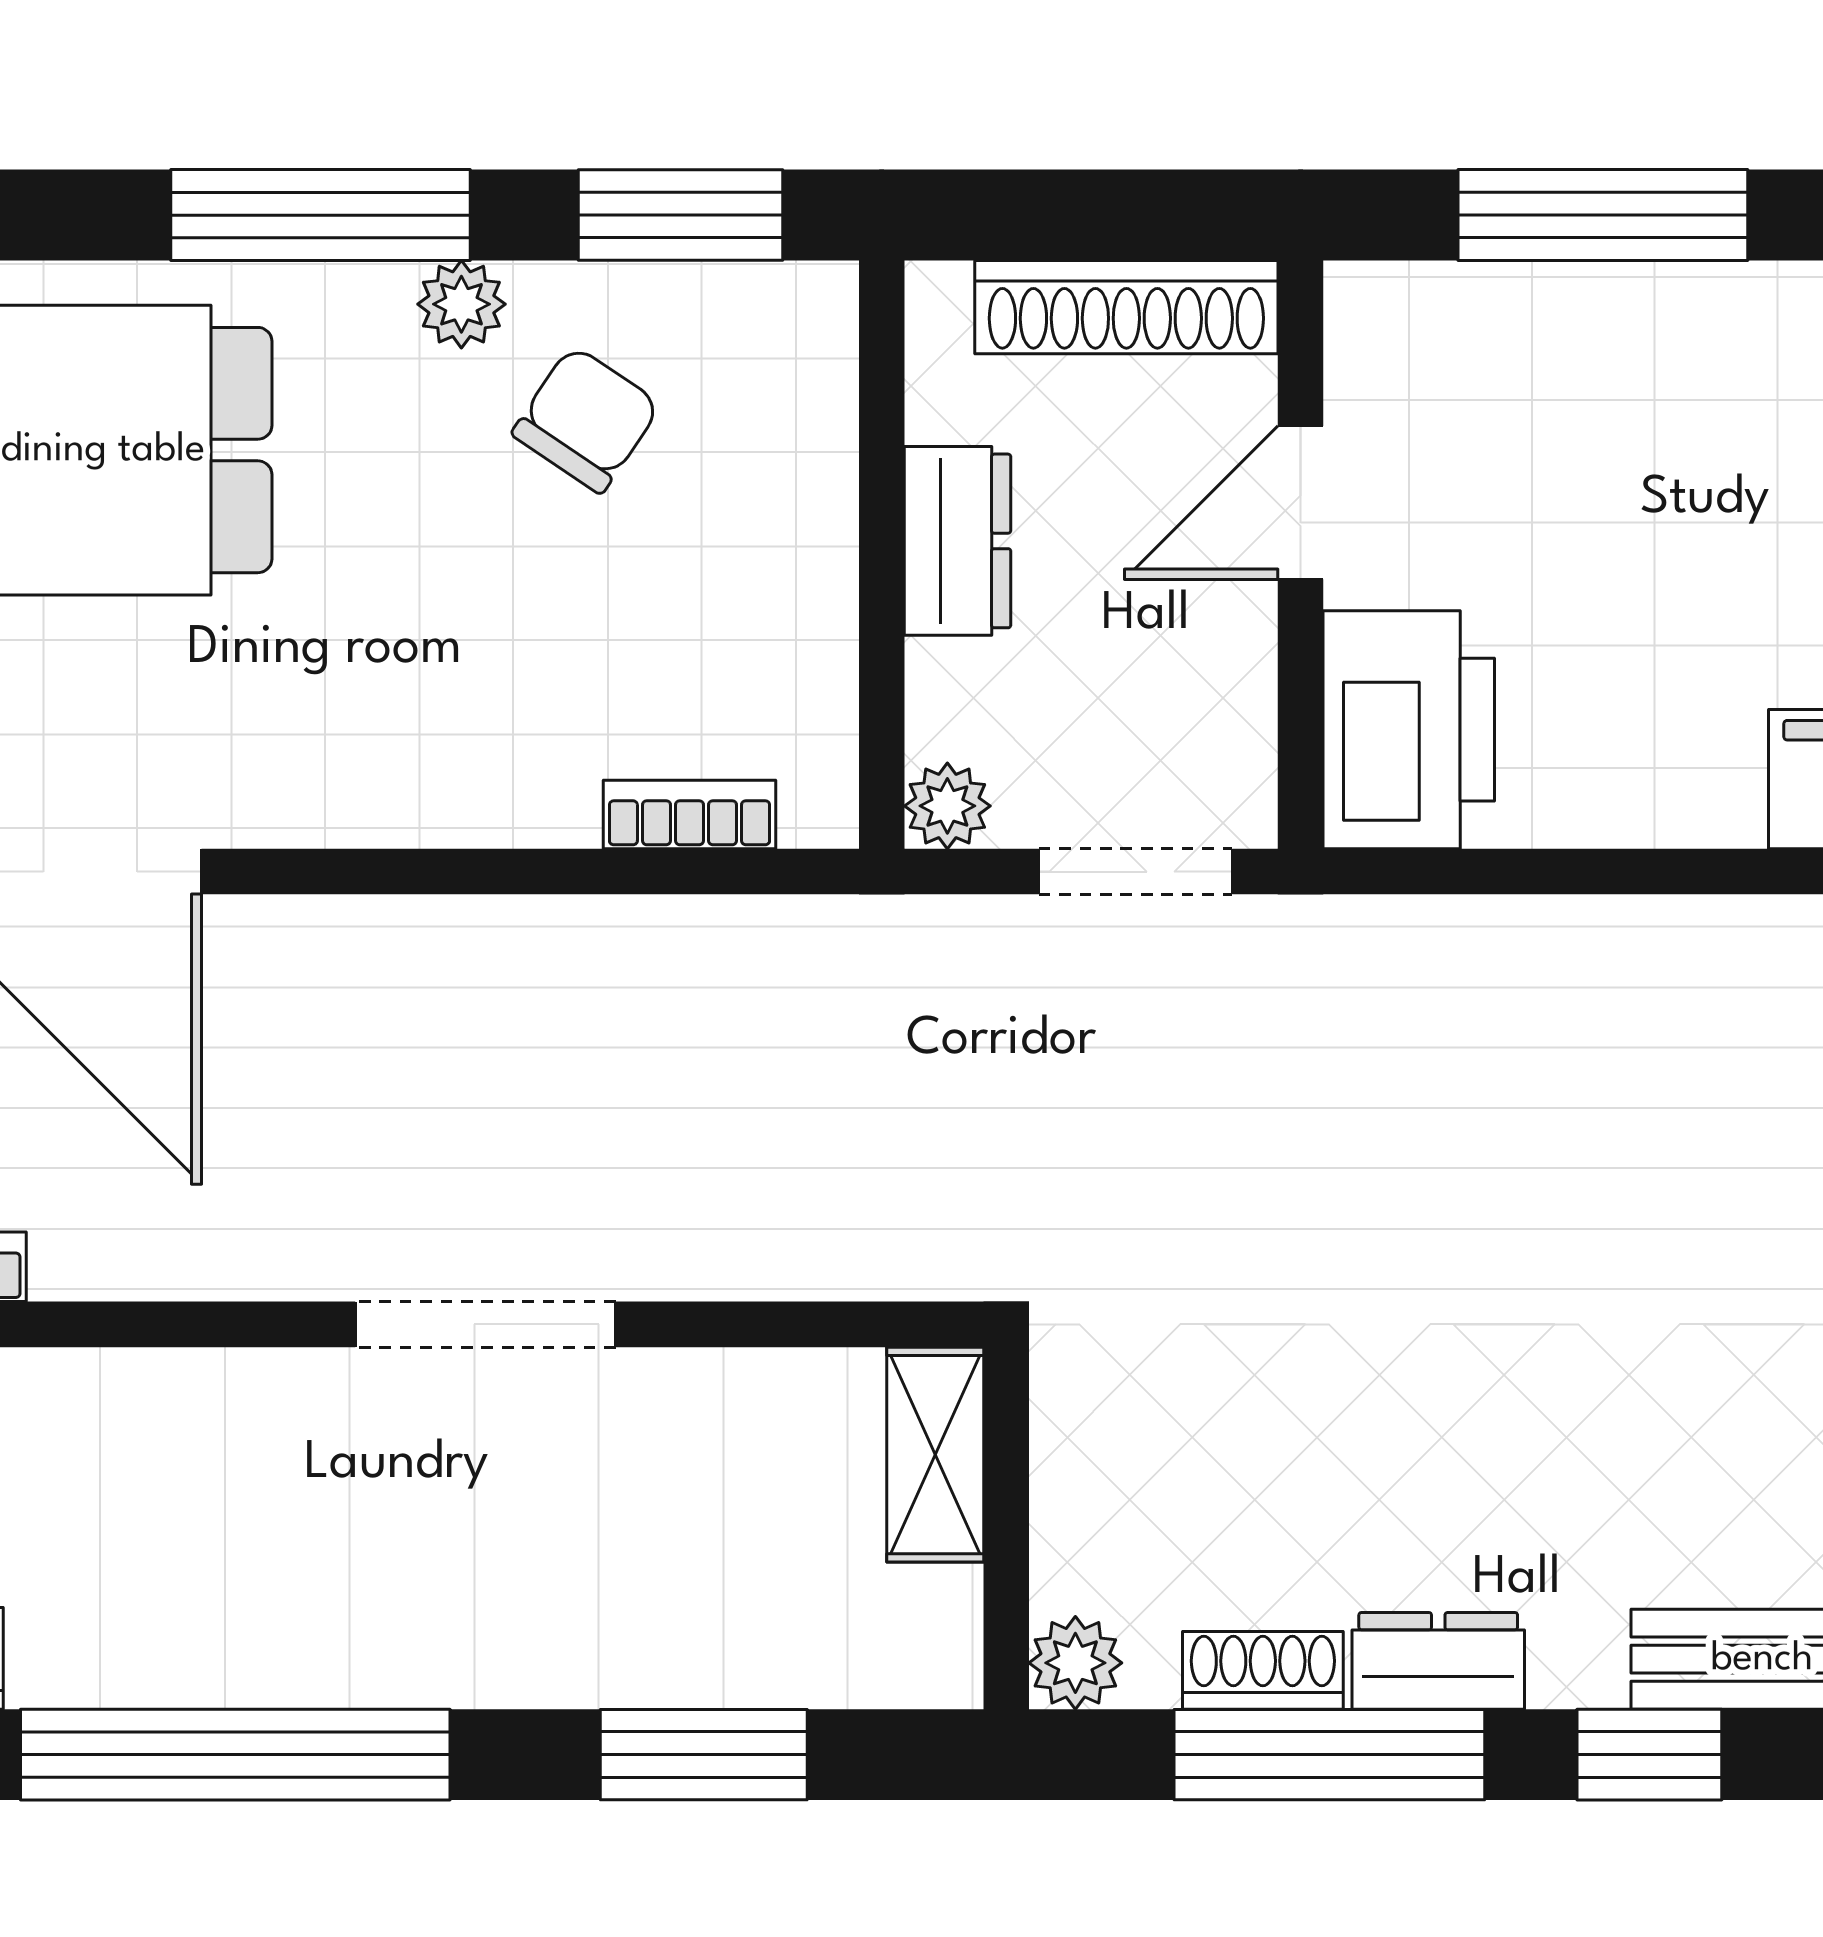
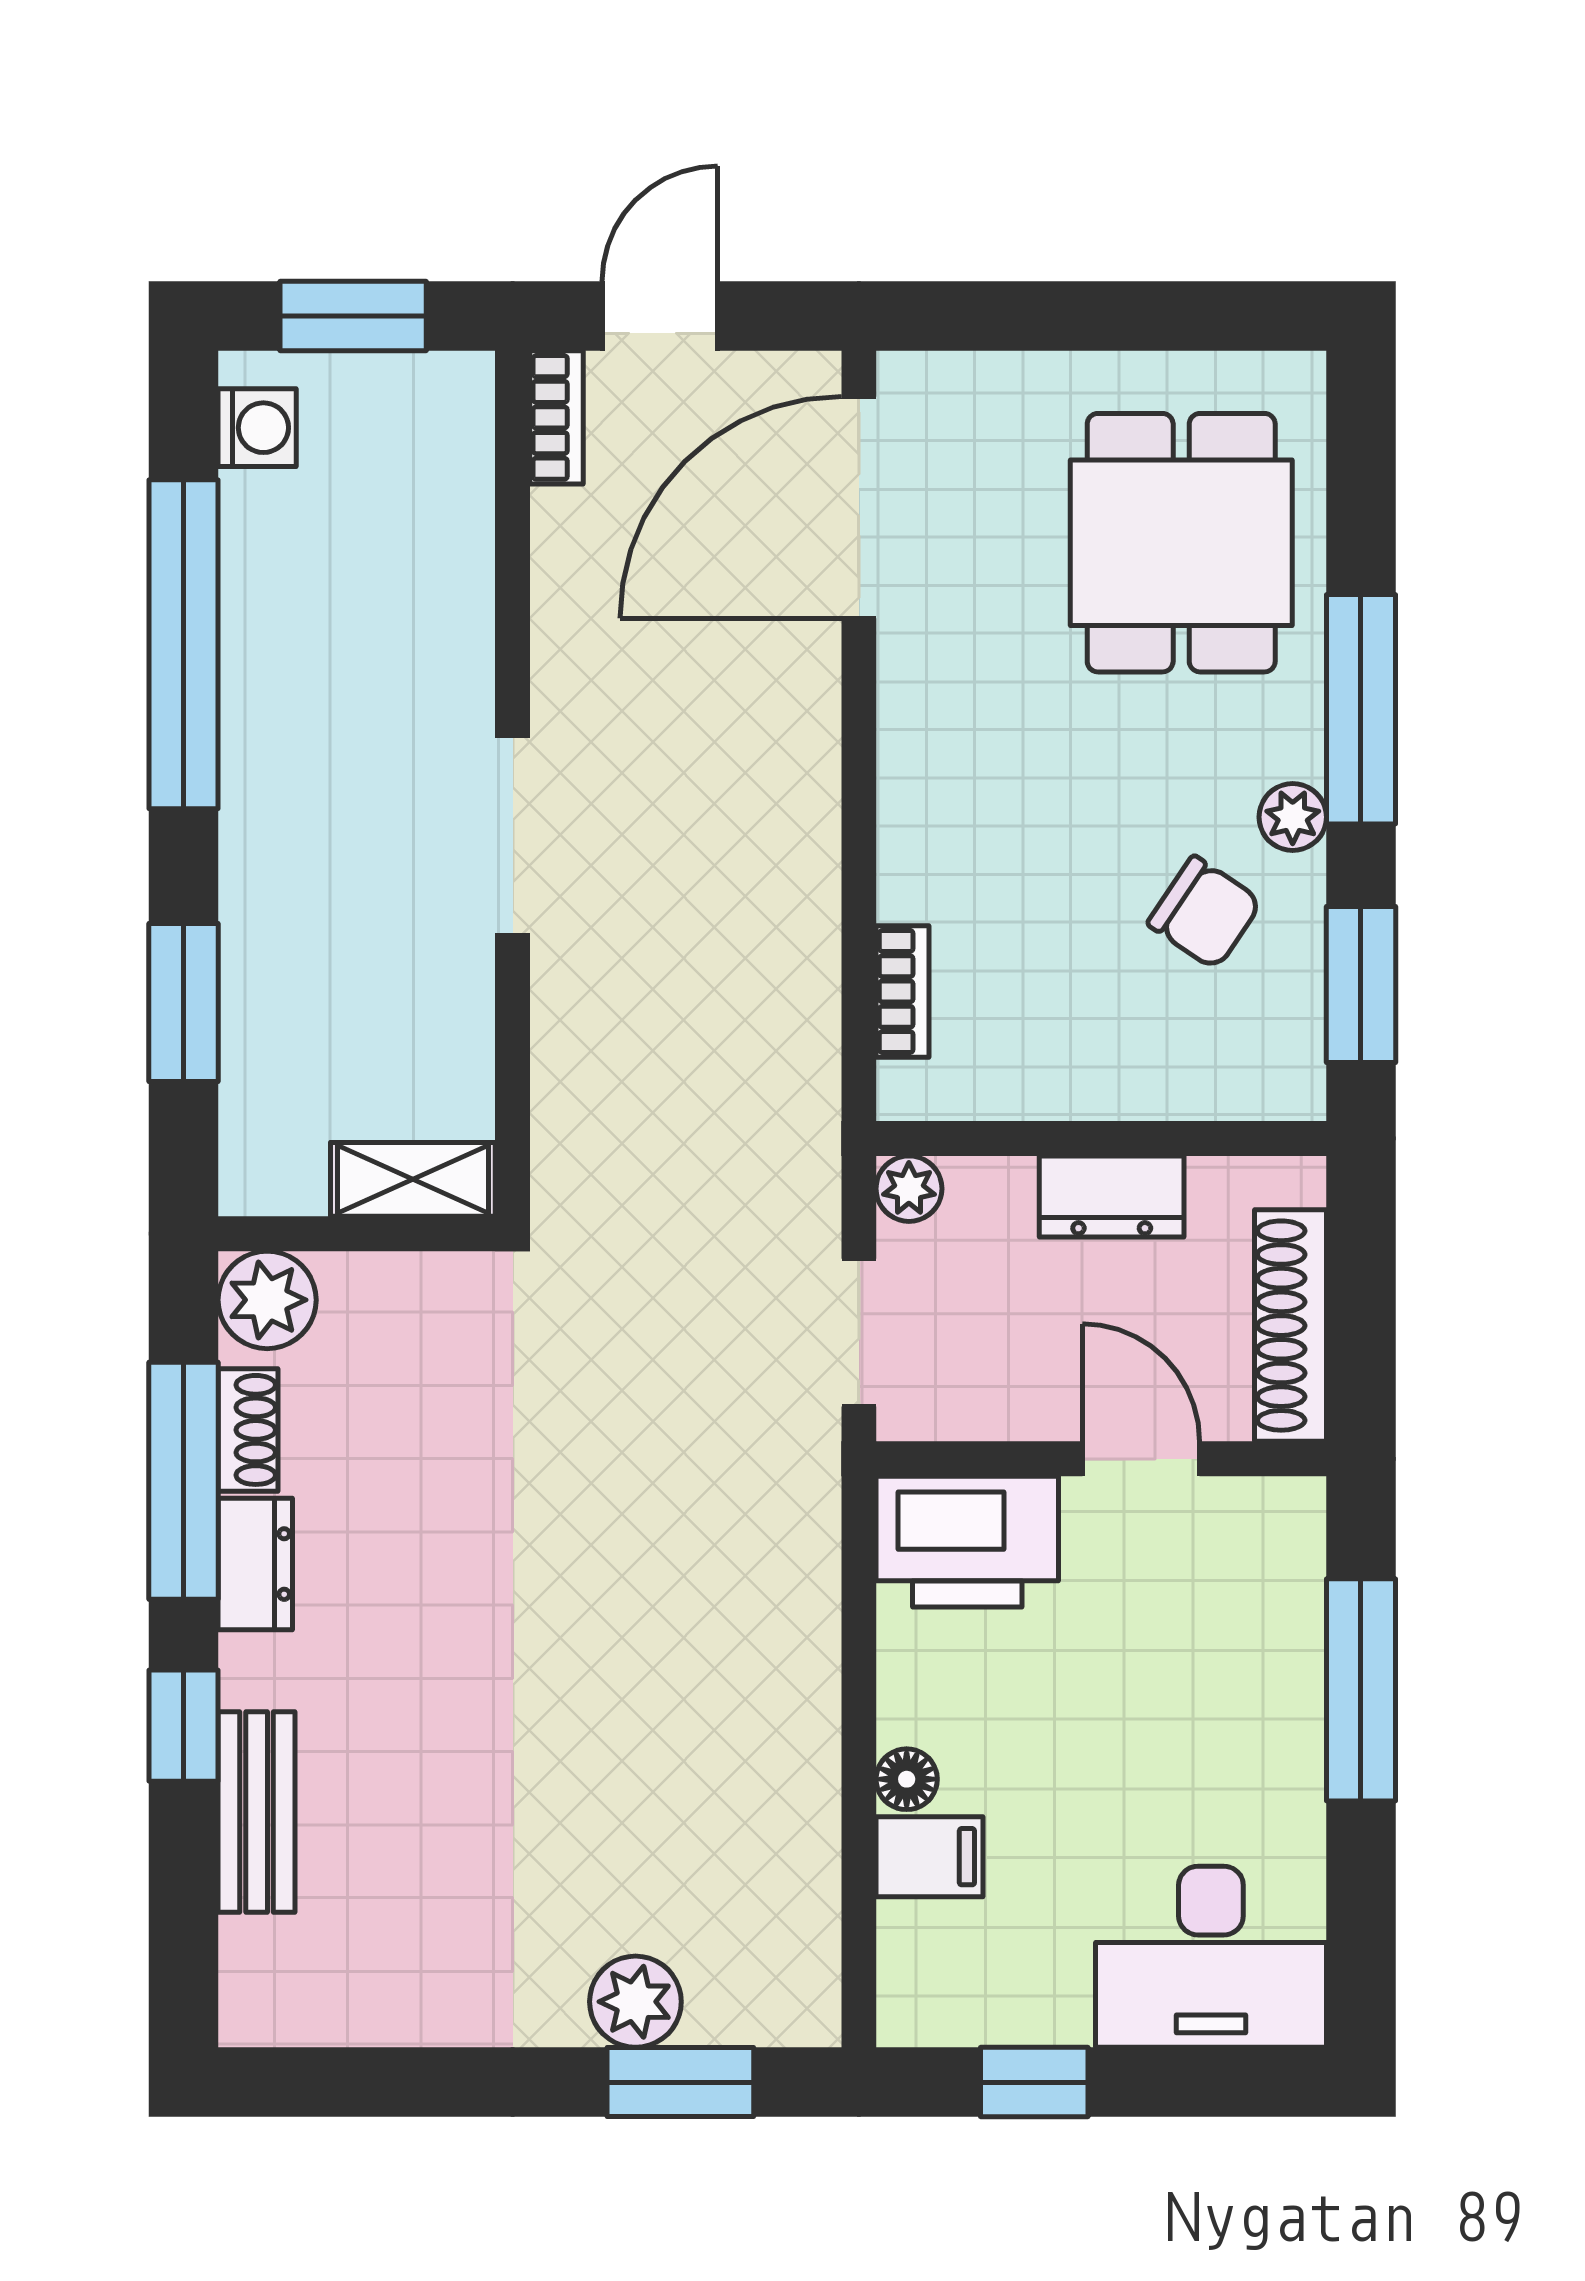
floor lamp: (1720, 809) -> (907, 1779), added
plant: (1075, 1663) -> (267, 1300), width x1.38, depth x1.38

